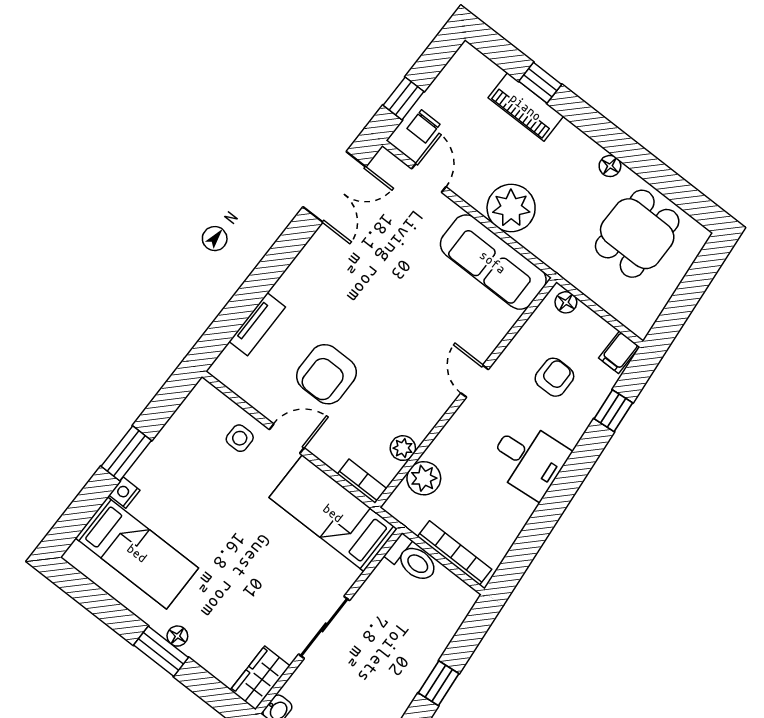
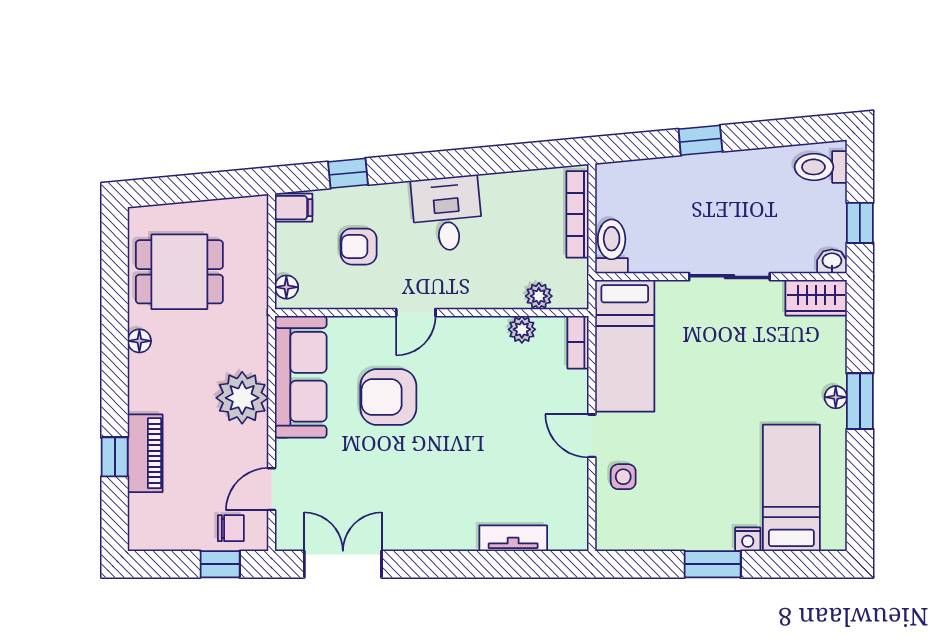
armchair: (326, 374) -> (388, 397), moved, turned 180
plant: (424, 478) -> (539, 296), width x0.73, depth x0.73

